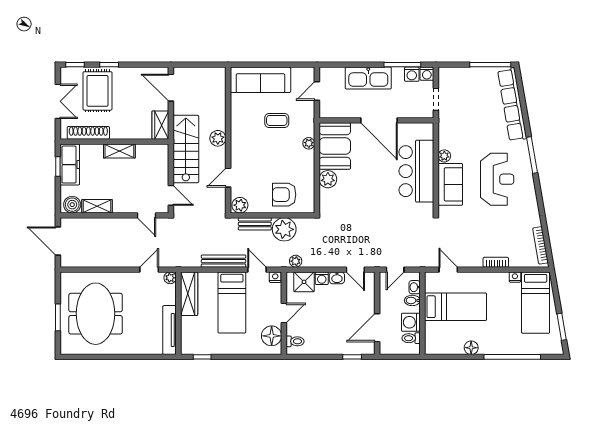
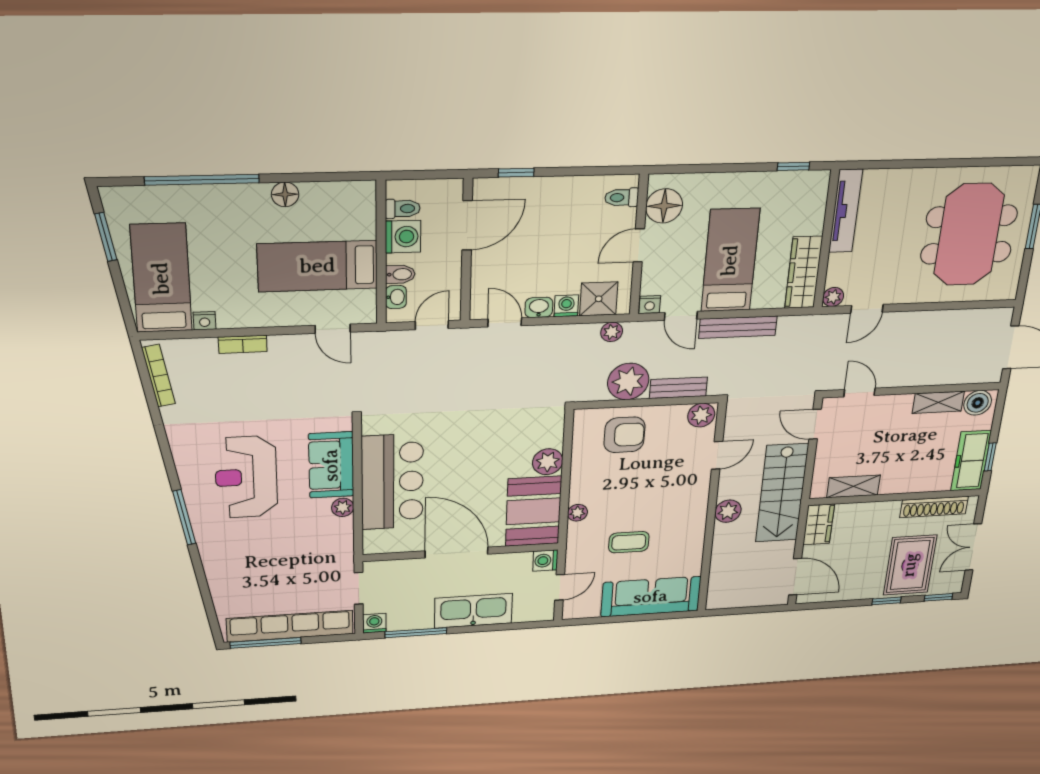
washing machine: (412, 74) -> (545, 561), moved, turned -90
row of seats: (512, 105) -> (290, 626), moved, turned -80
shelving: (119, 151) -> (853, 486), moved

